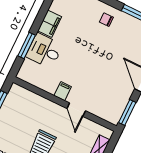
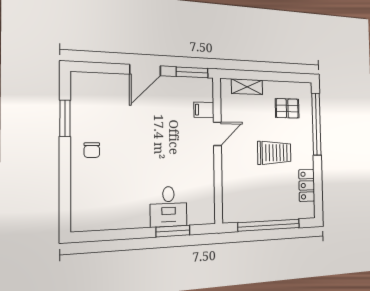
filing cabinet: (50, 24) -> (133, 218), removed
filing cabinet: (63, 91) -> (204, 110), moved

